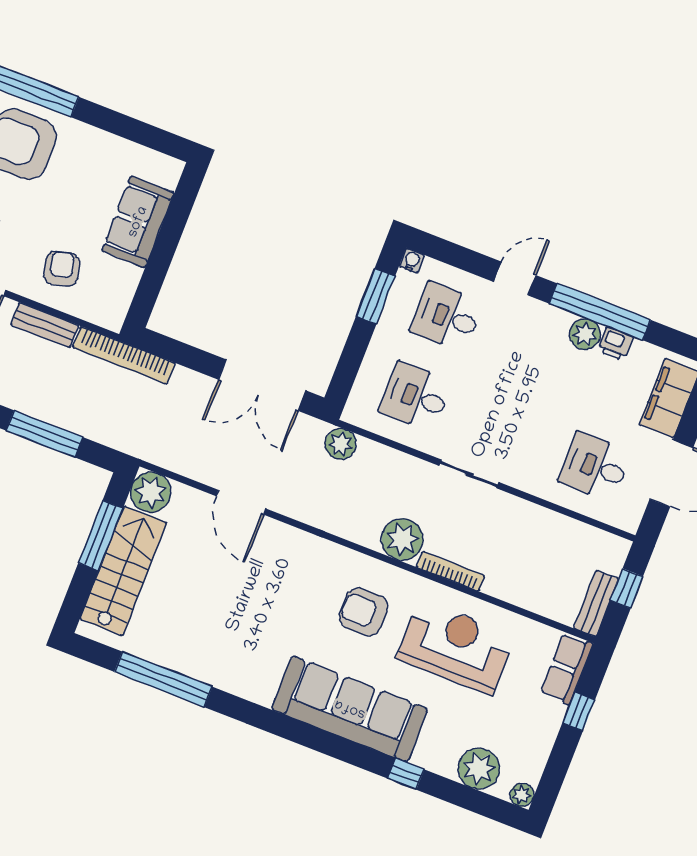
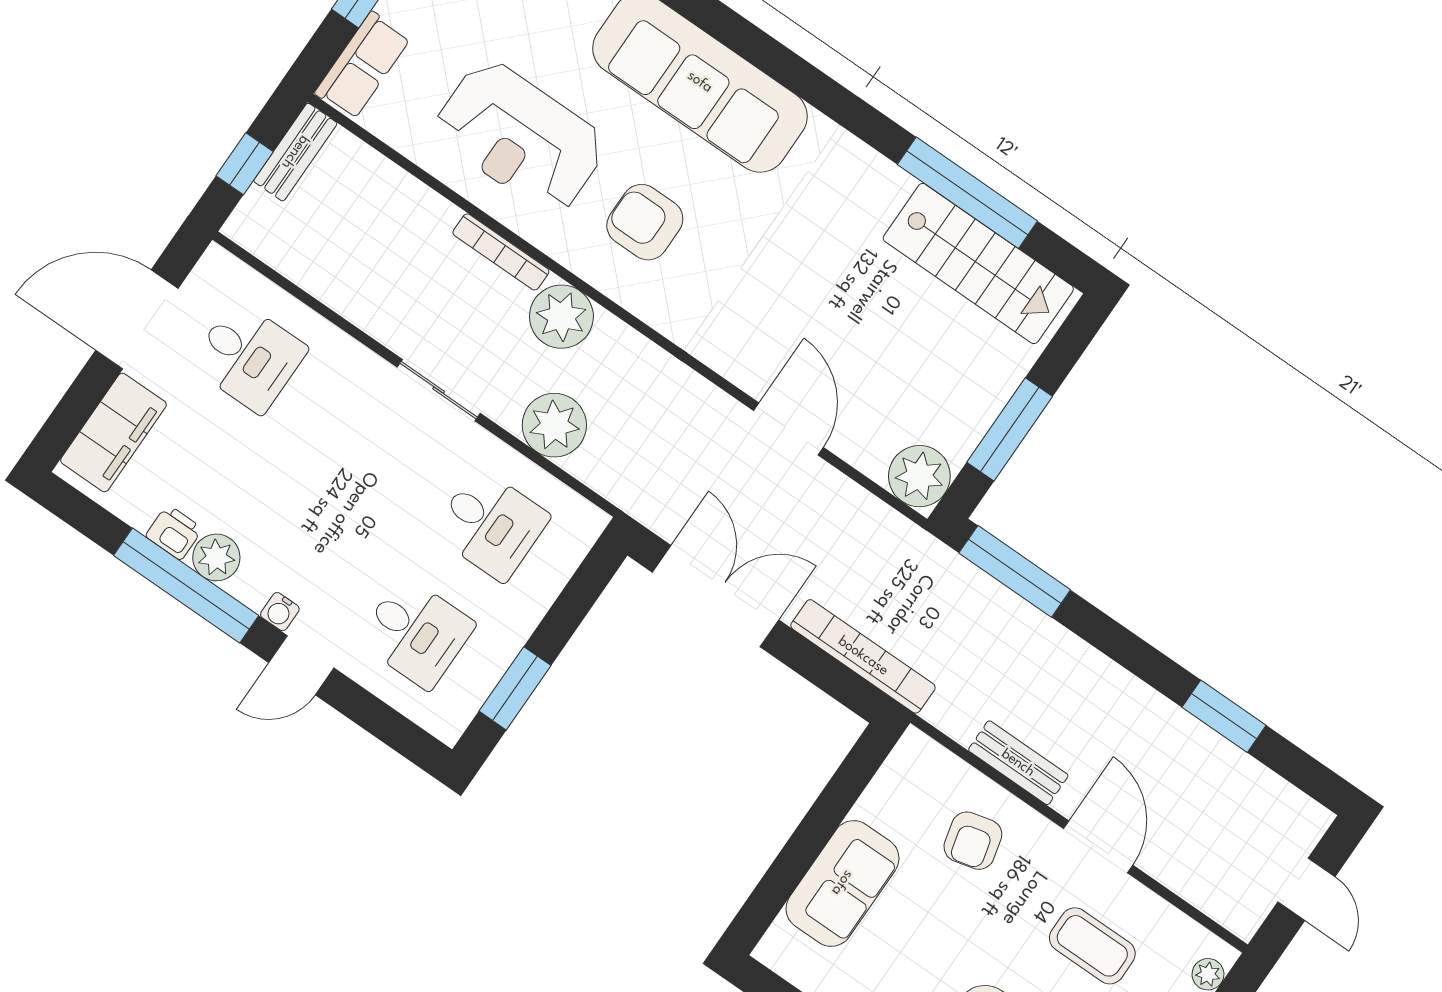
water cooler: (412, 261) -> (280, 612), moved
bookcase: (124, 355) -> (863, 656), moved
window: (44, 434) -> (1015, 571), moved
plant: (341, 444) -> (554, 425), moved, width x1.36, depth x1.36
stairs: (123, 571) -> (978, 264), moved, turned -90
armchair: (364, 612) -> (645, 222), turned 180

